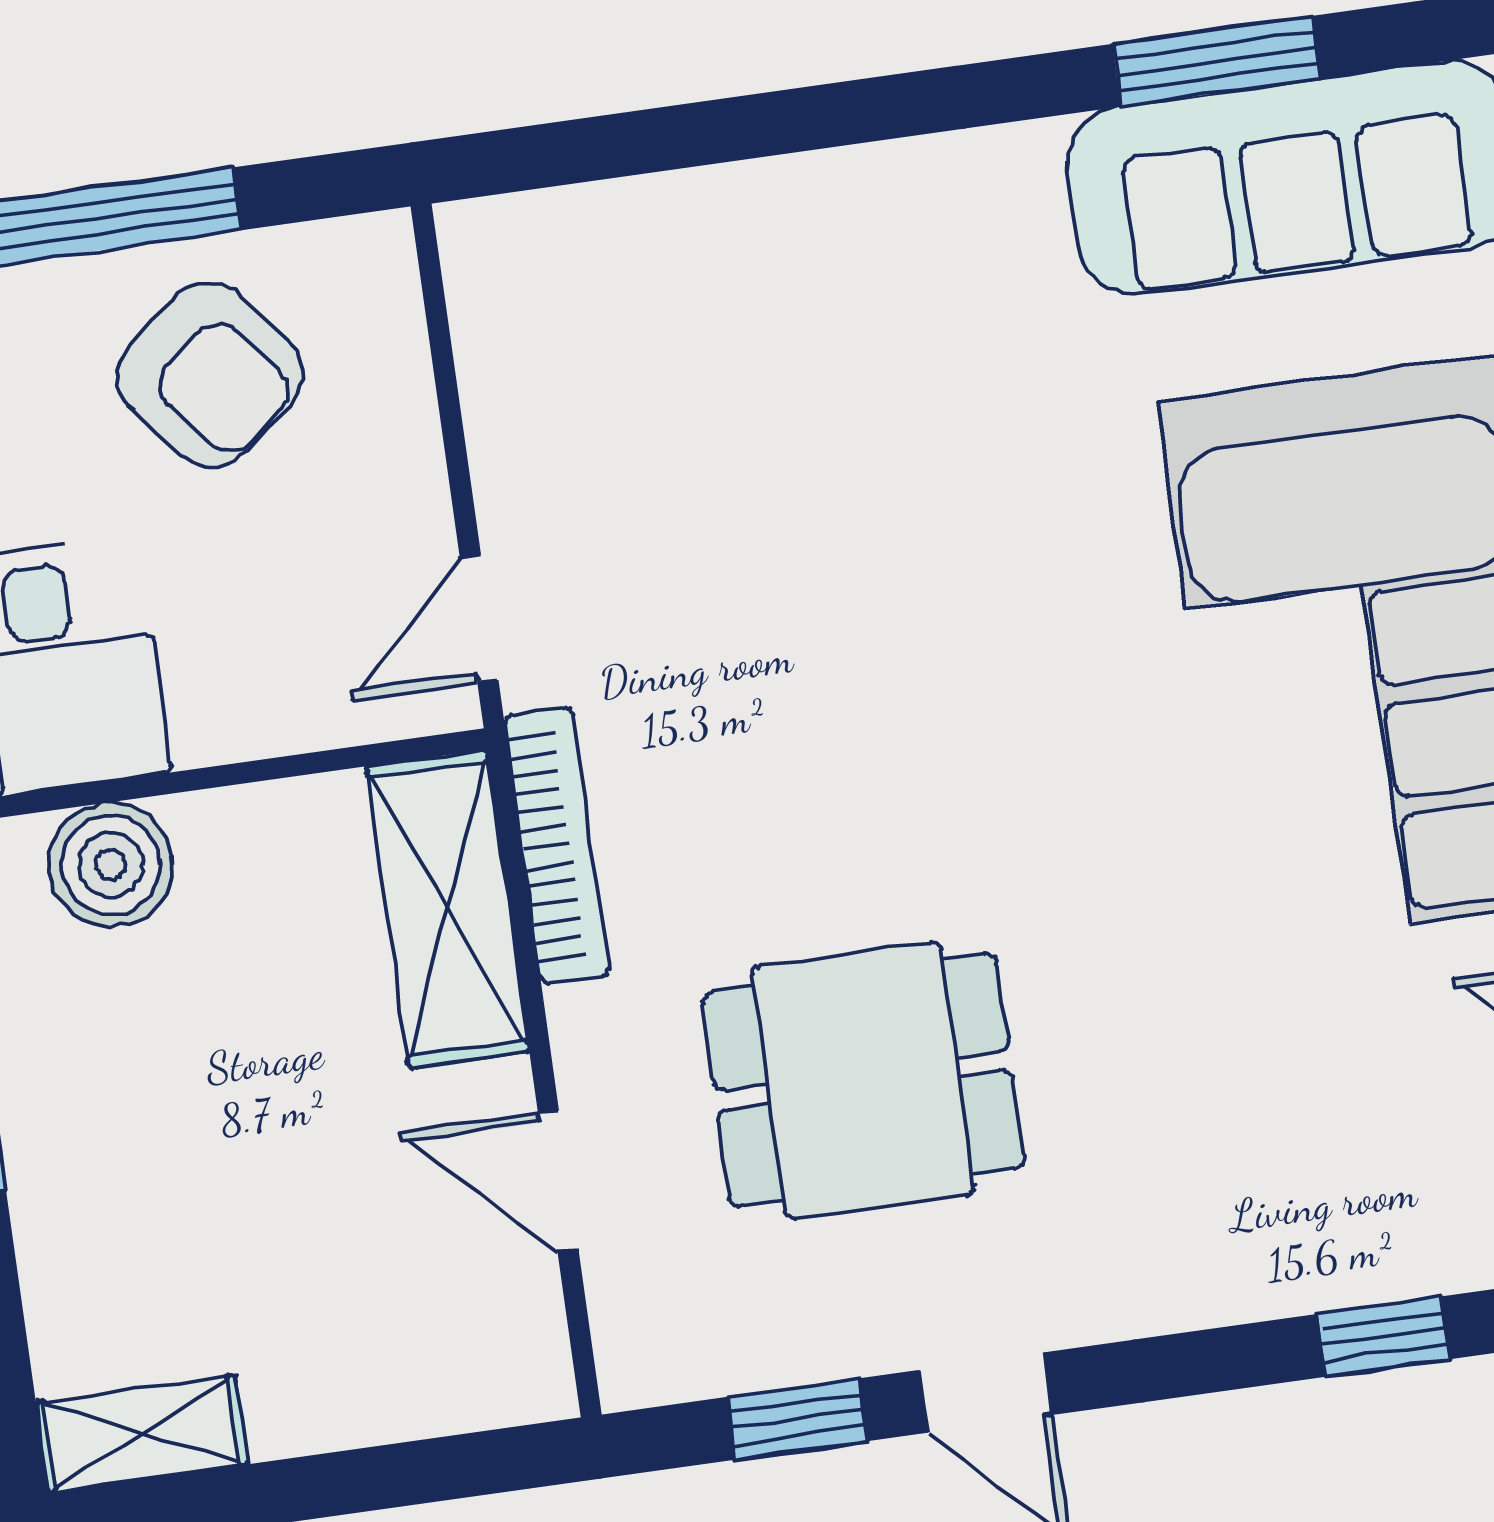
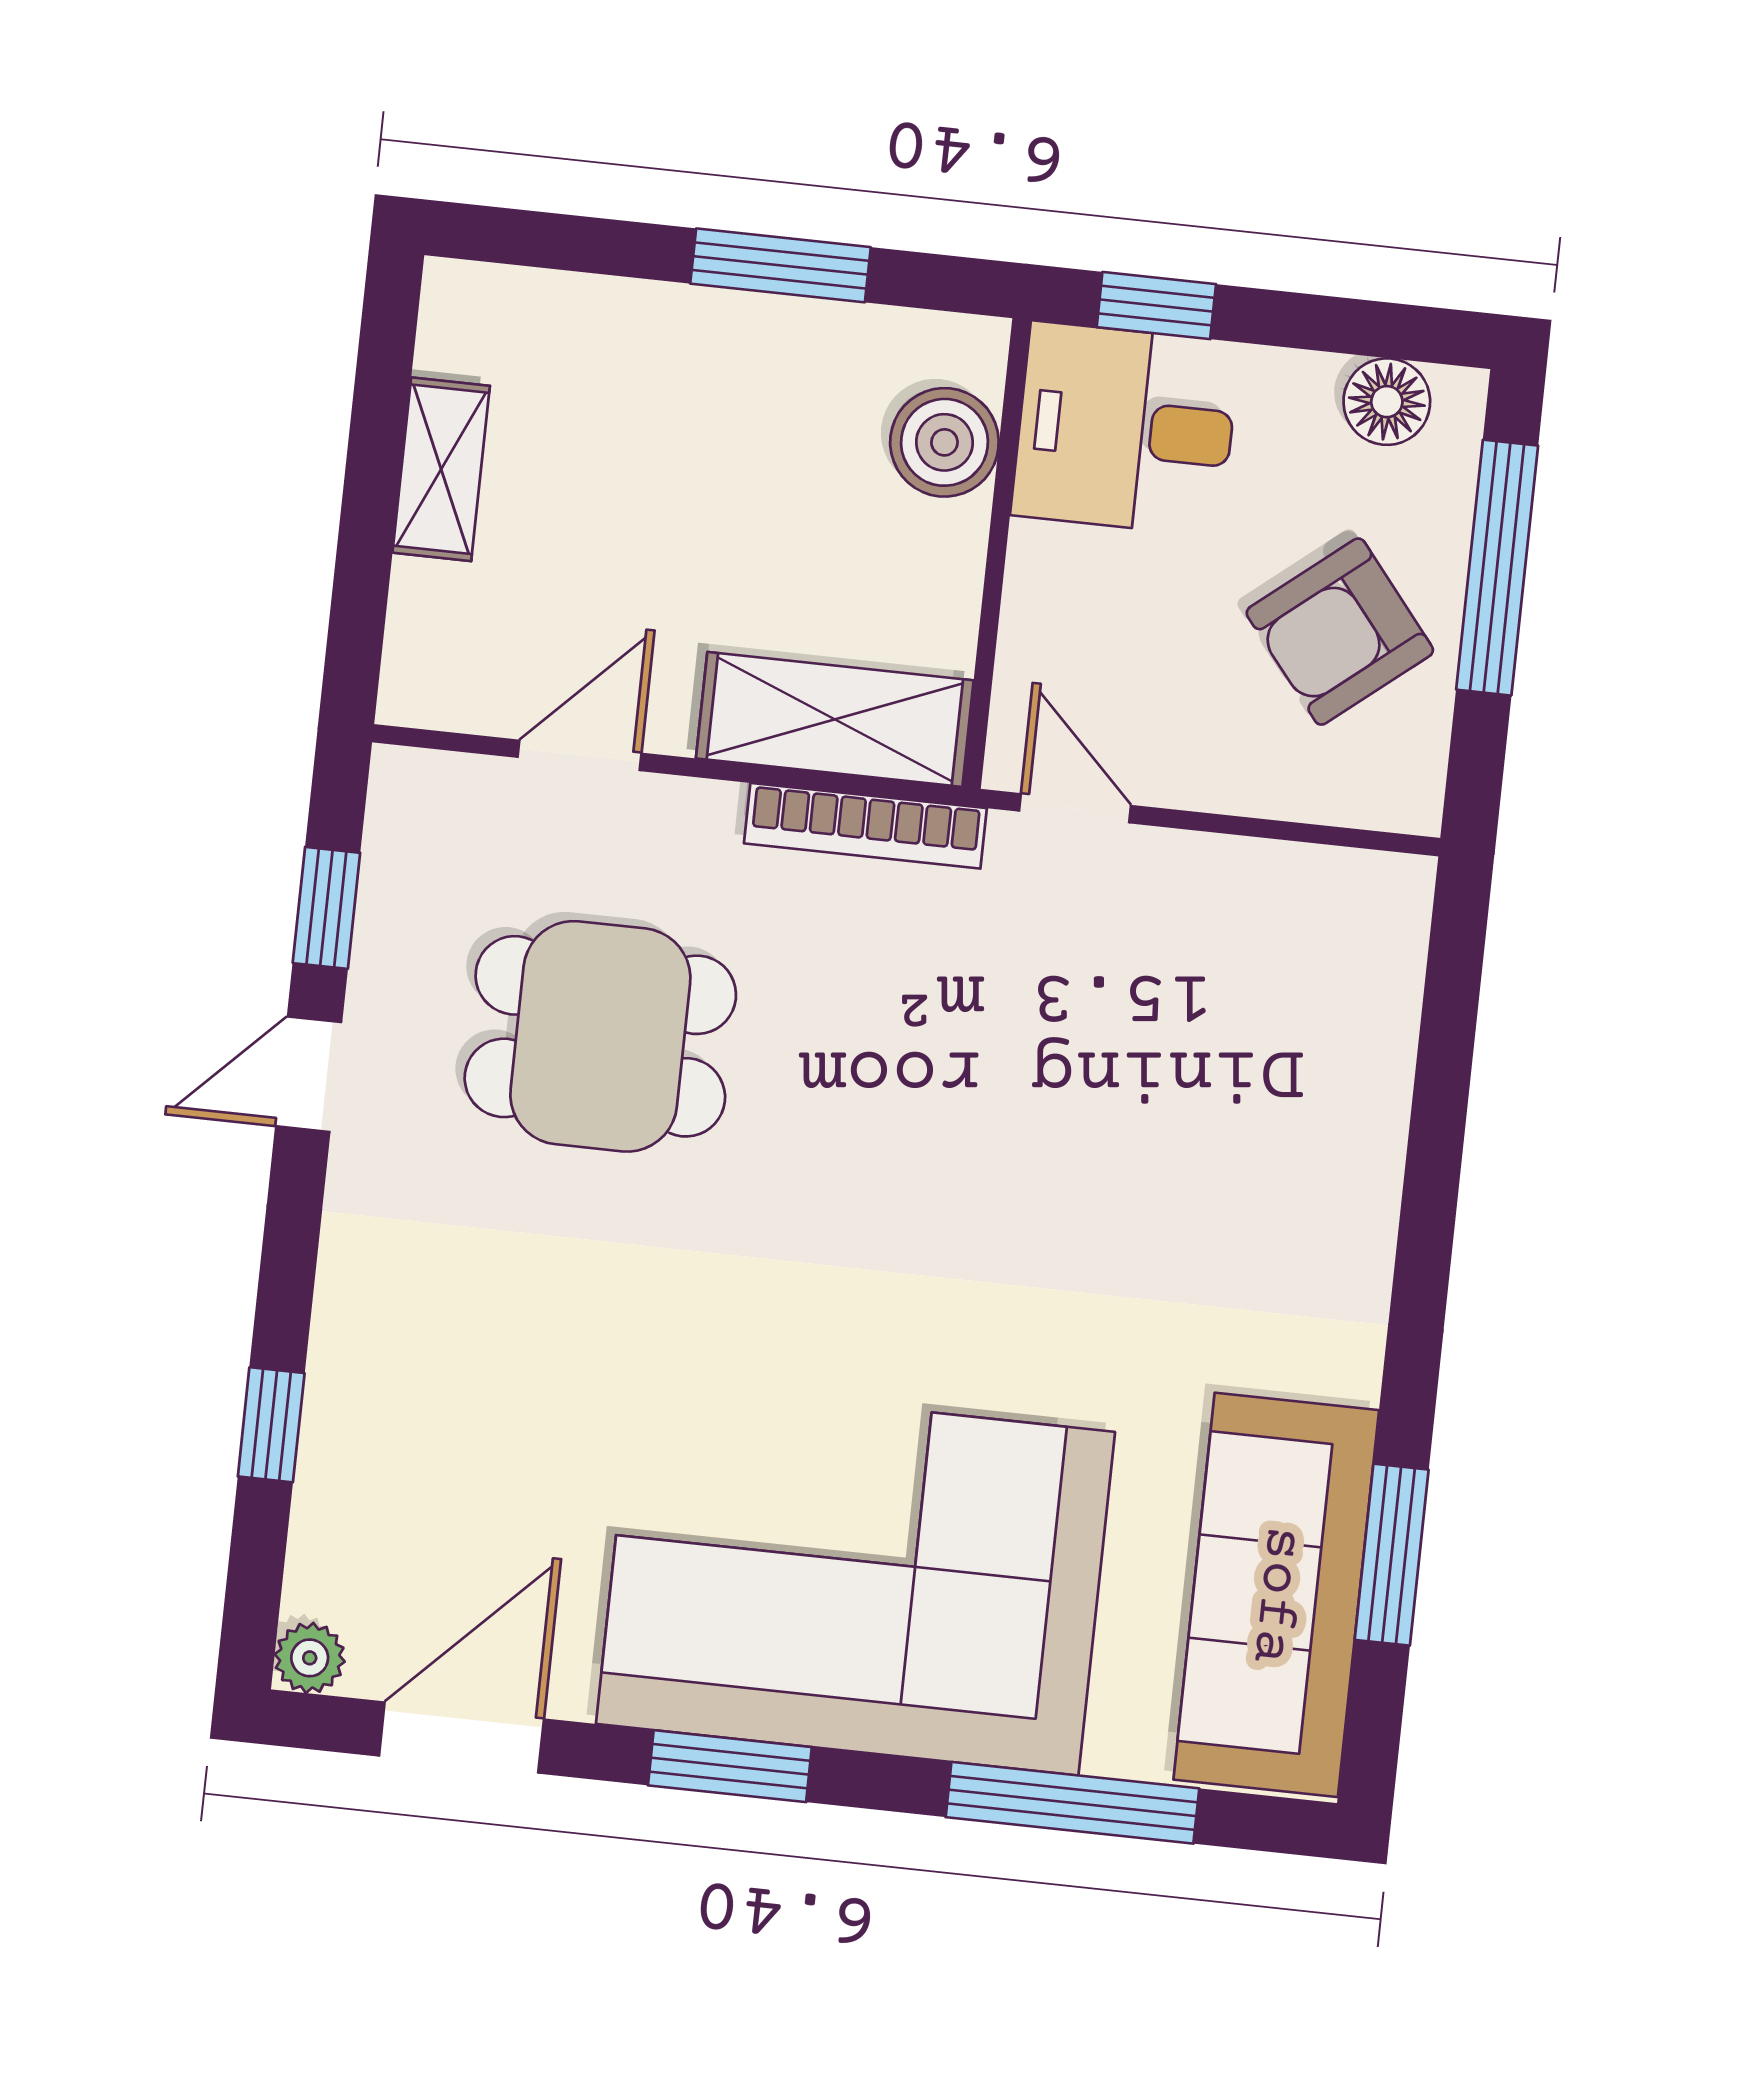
dining table: (863, 1080) -> (600, 1036), turned 90
shelving: (142, 1433) -> (441, 469), moved

